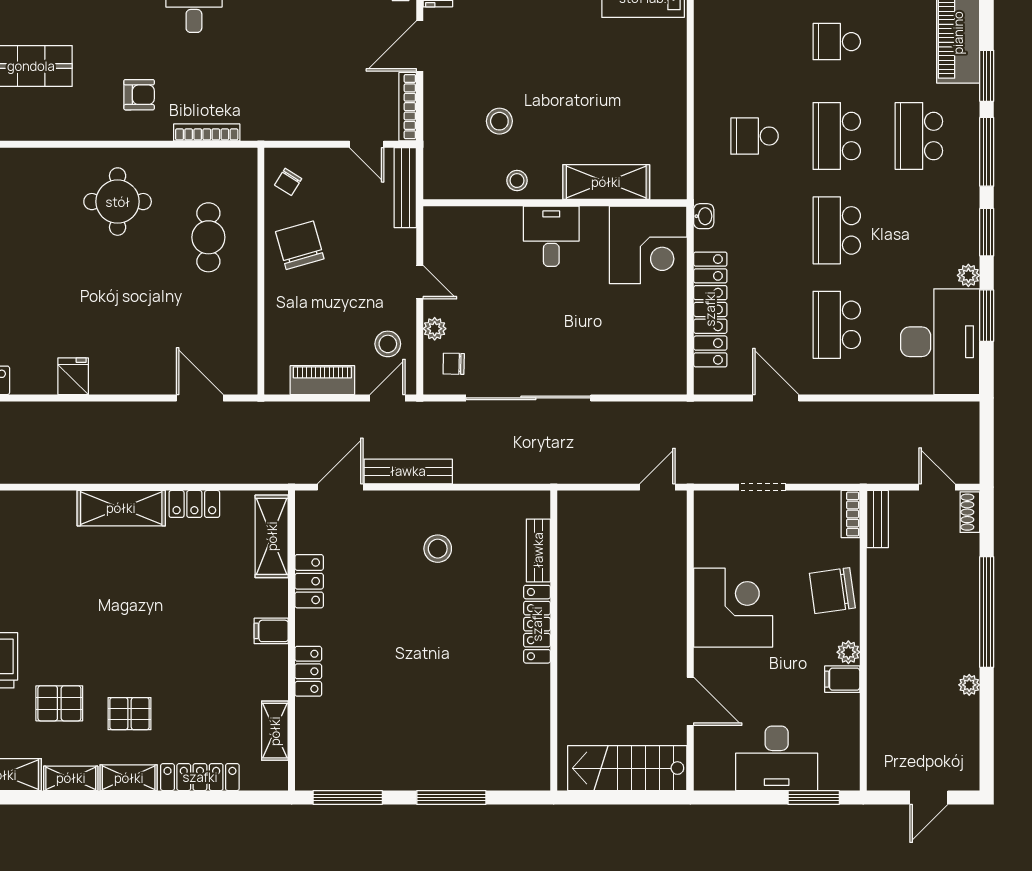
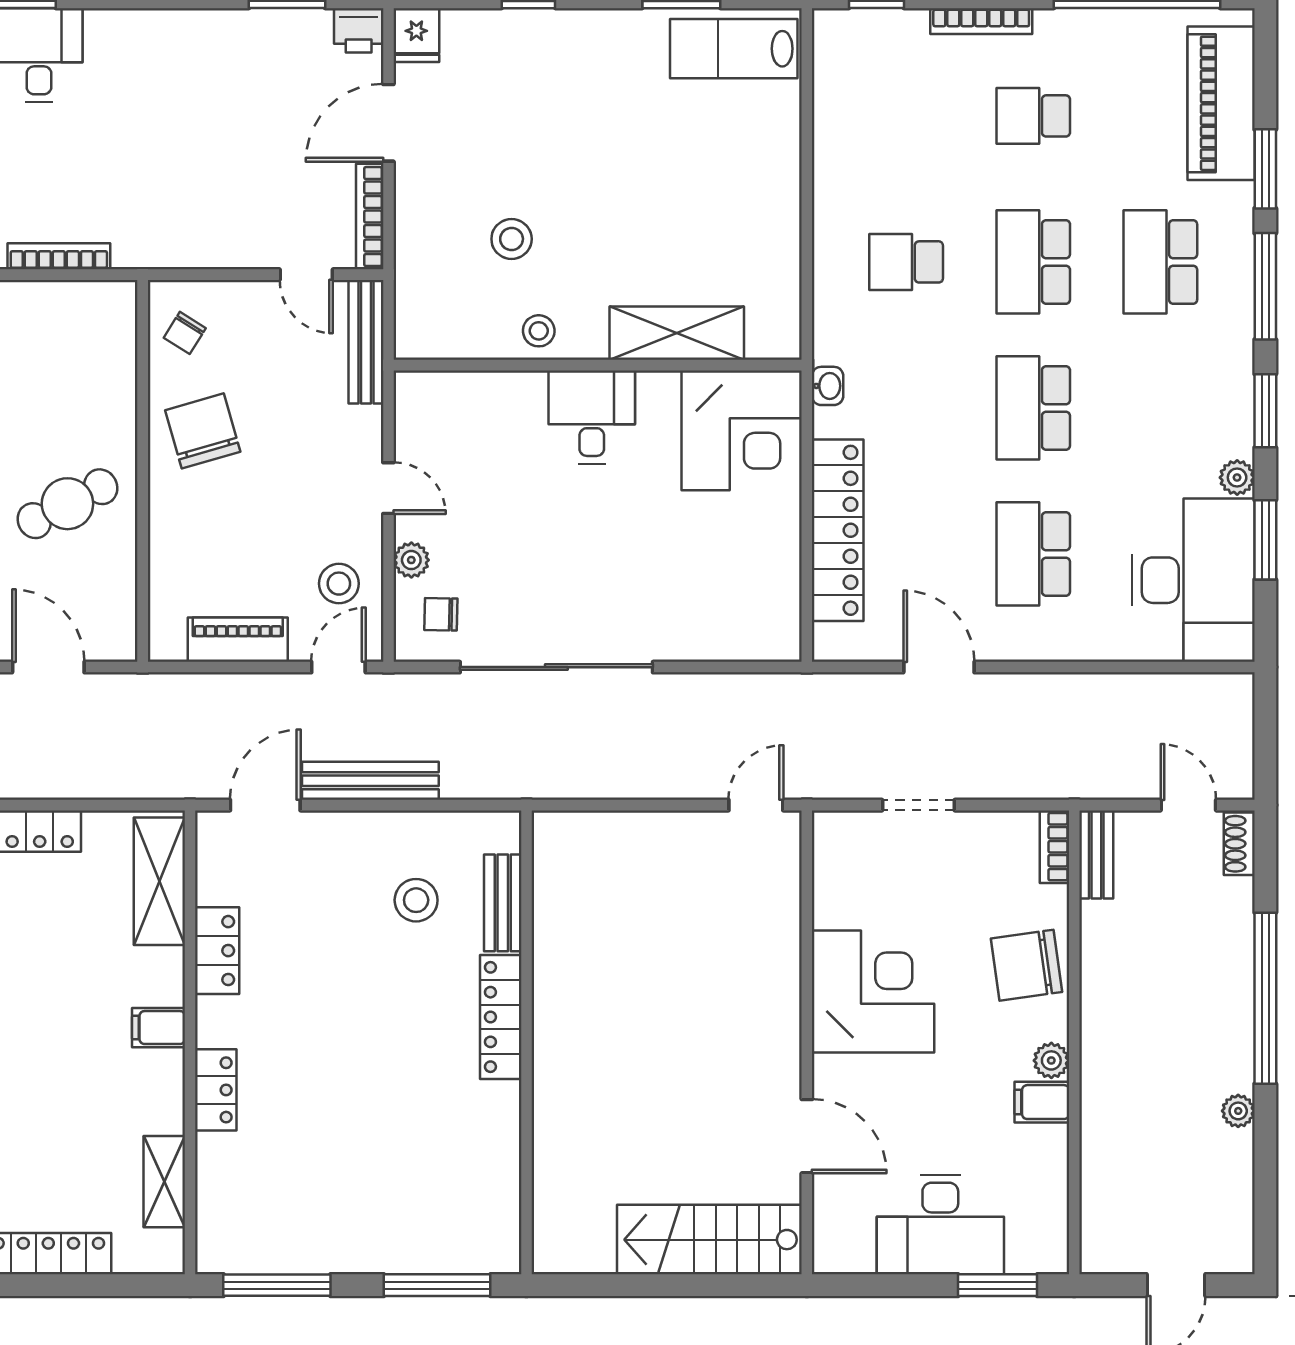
cafe table: (208, 237) -> (67, 504), moved, turned 63
bench: (538, 550) -> (503, 903), moved
locker: (537, 624) -> (501, 1017), moved
wall: (554, 641) -> (526, 1042), moved

